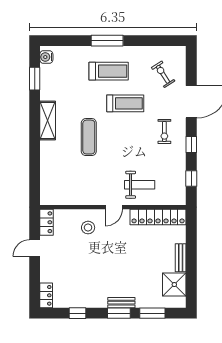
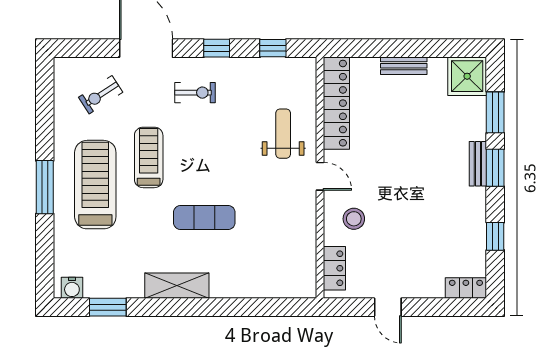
treadmill: (109, 71) -> (95, 185), width x1.37, depth x1.38
locker: (47, 222) -> (334, 268), moved, turned 90
shower: (174, 285) -> (467, 76), moved

